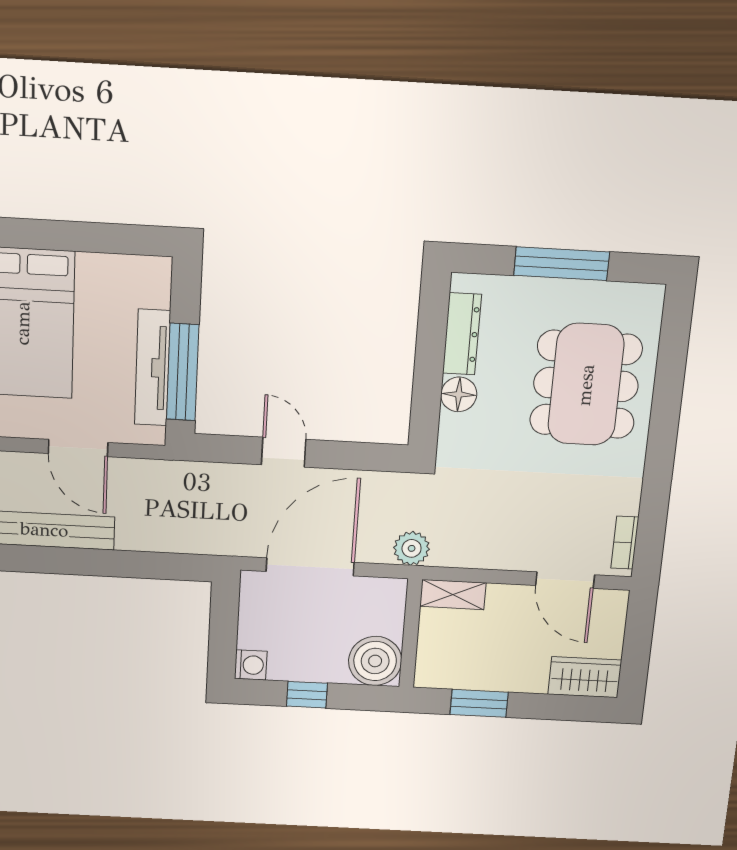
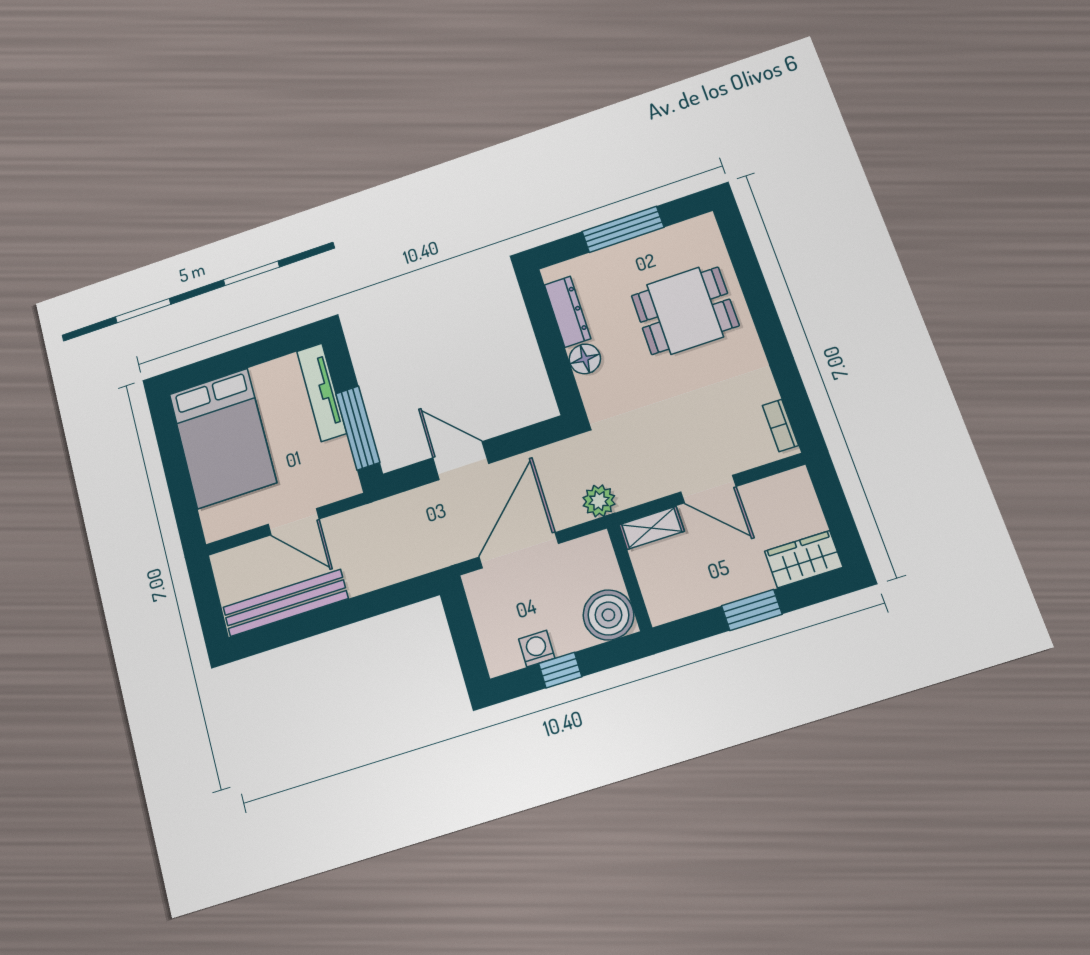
tv unit: (152, 368) -> (322, 392), moved
dining table: (586, 385) -> (685, 311), width x0.73
door: (284, 452) -> (461, 461), width x1.38
door: (565, 580) -> (708, 489), moved
washing machine: (251, 665) -> (537, 649), moved, turned -90
window: (479, 703) -> (752, 610), moved

